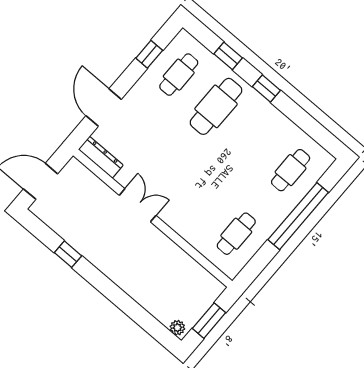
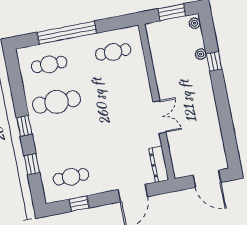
cafe table: (216, 106) -> (56, 102), moved
double door: (138, 205) -> (159, 117), swing flipped
window: (68, 254) -> (214, 61), moved
plant: (147, 302) -> (201, 54), added

